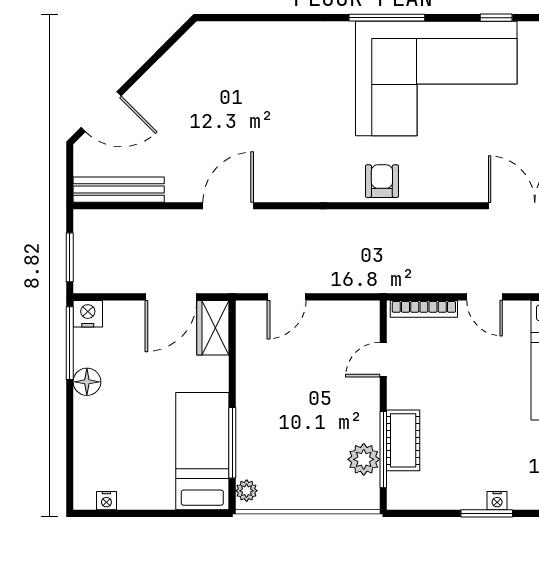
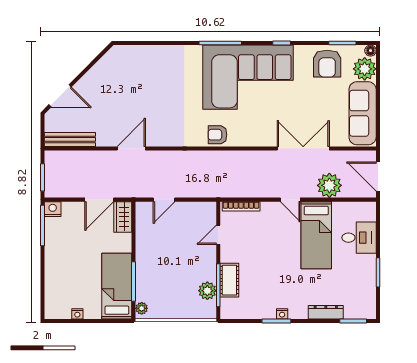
armchair: (382, 181) -> (218, 135), turned -90
door: (485, 297) -> (290, 200), moved
floor lamp: (87, 382) -> (52, 247), removed
nightstand: (106, 501) -> (77, 314), moved

